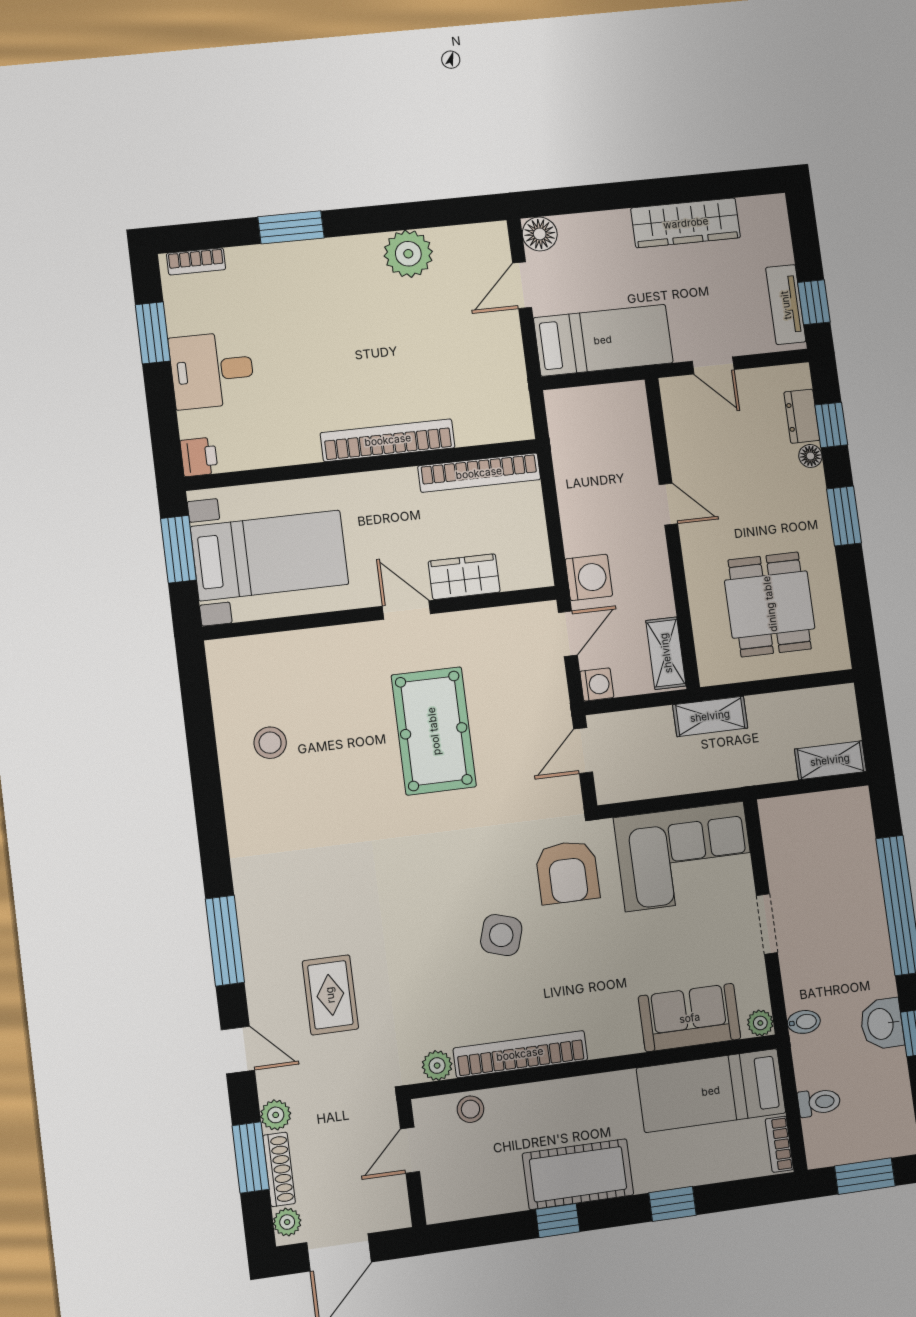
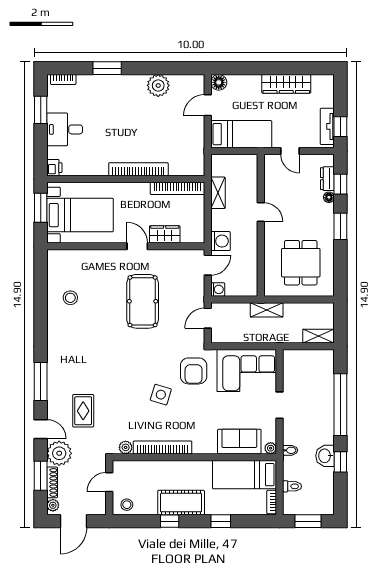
shelving: (666, 653) -> (218, 193), moved
stool: (470, 1109) -> (127, 505), moved
plant: (276, 1115) -> (59, 453), width x1.88, depth x1.88

